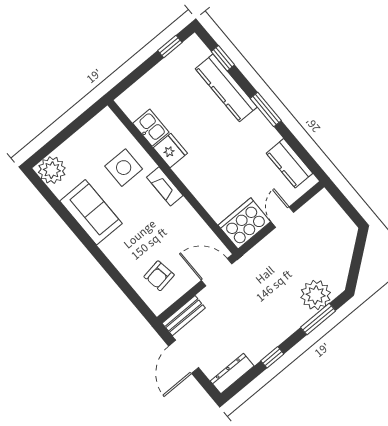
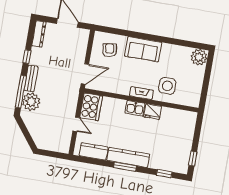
kitchen counter: (226, 88) -> (128, 157), moved
kitchen sink: (151, 128) -> (135, 108), moved
sofa: (91, 212) -> (143, 49), moved
bench: (184, 316) -> (31, 78), moved
window: (318, 319) -> (21, 92), width x1.44

